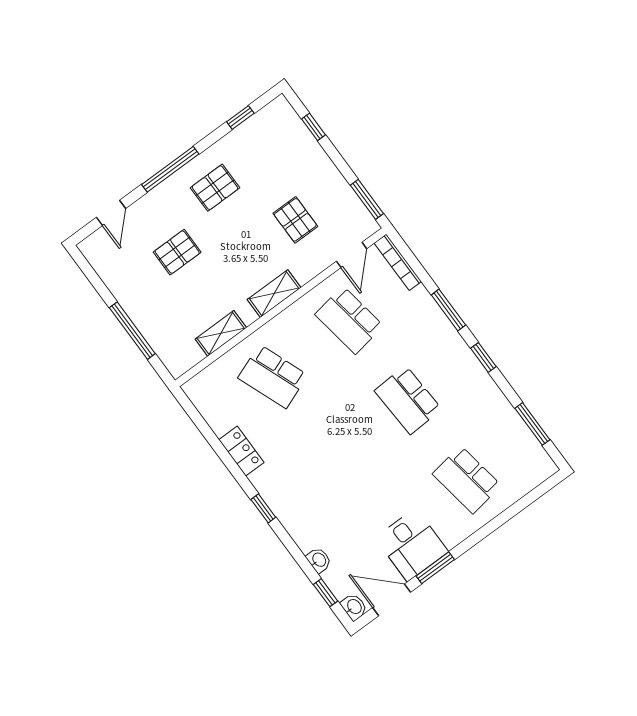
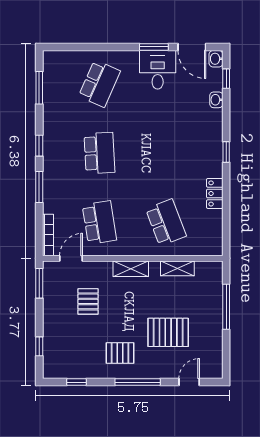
pallet: (177, 252) -> (168, 332), width x1.50, depth x1.42
school desk: (467, 480) -> (99, 84), turned 33

